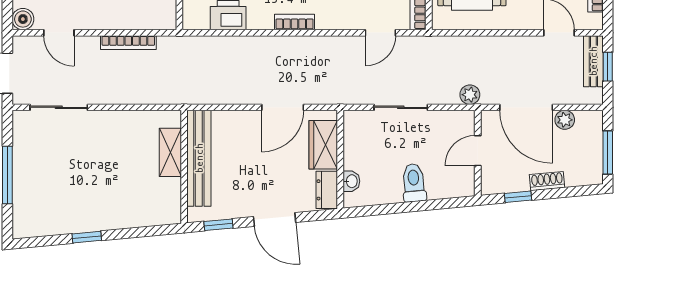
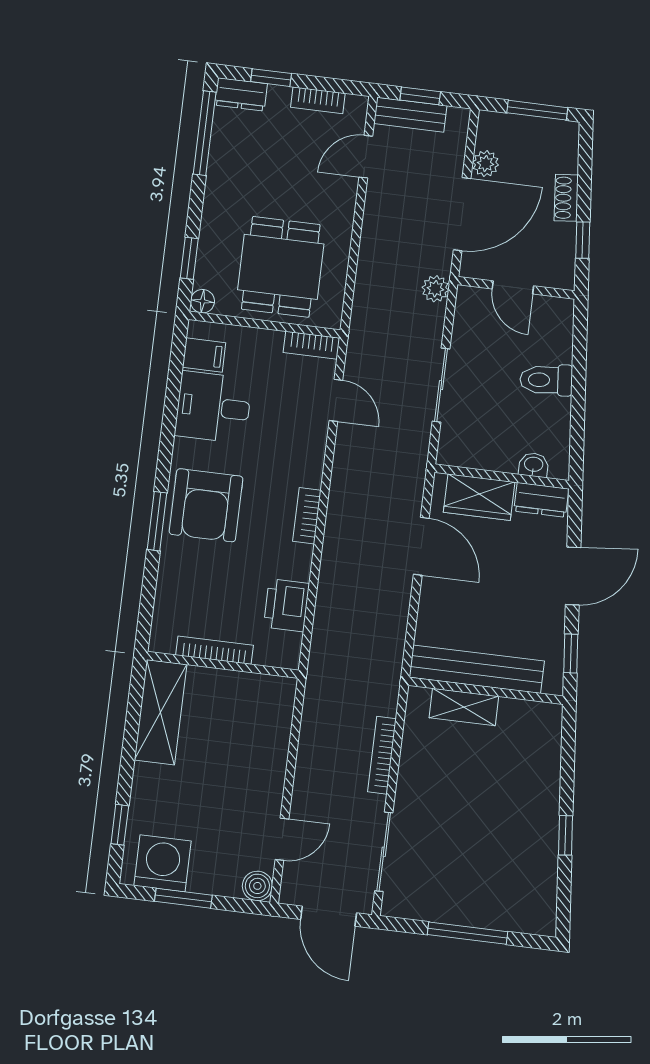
bookcase: (128, 43) -> (382, 755), moved, turned 180

